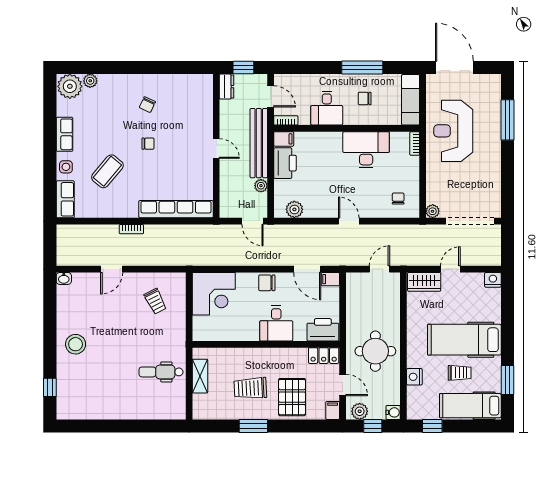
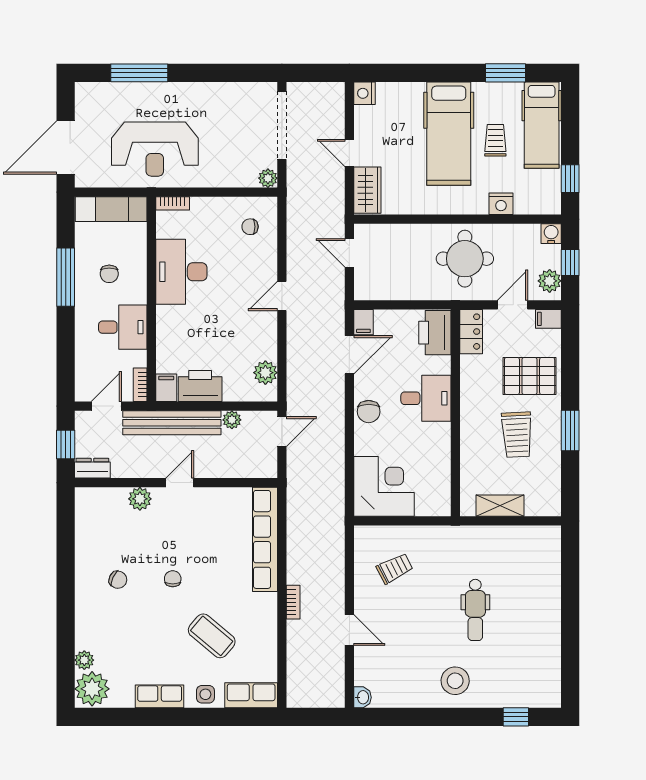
plant: (205, 120) -> (140, 499), added
dental chair: (161, 372) -> (475, 610), moved

